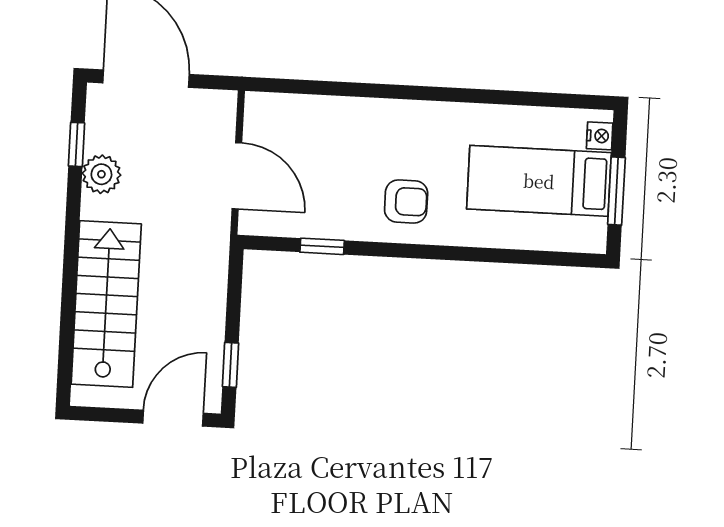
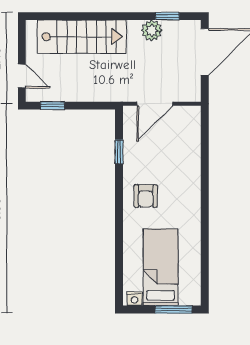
nightstand: (600, 136) -> (135, 299), moved
window: (616, 191) -> (174, 309), moved
door: (173, 418) -> (22, 76), width x0.73

